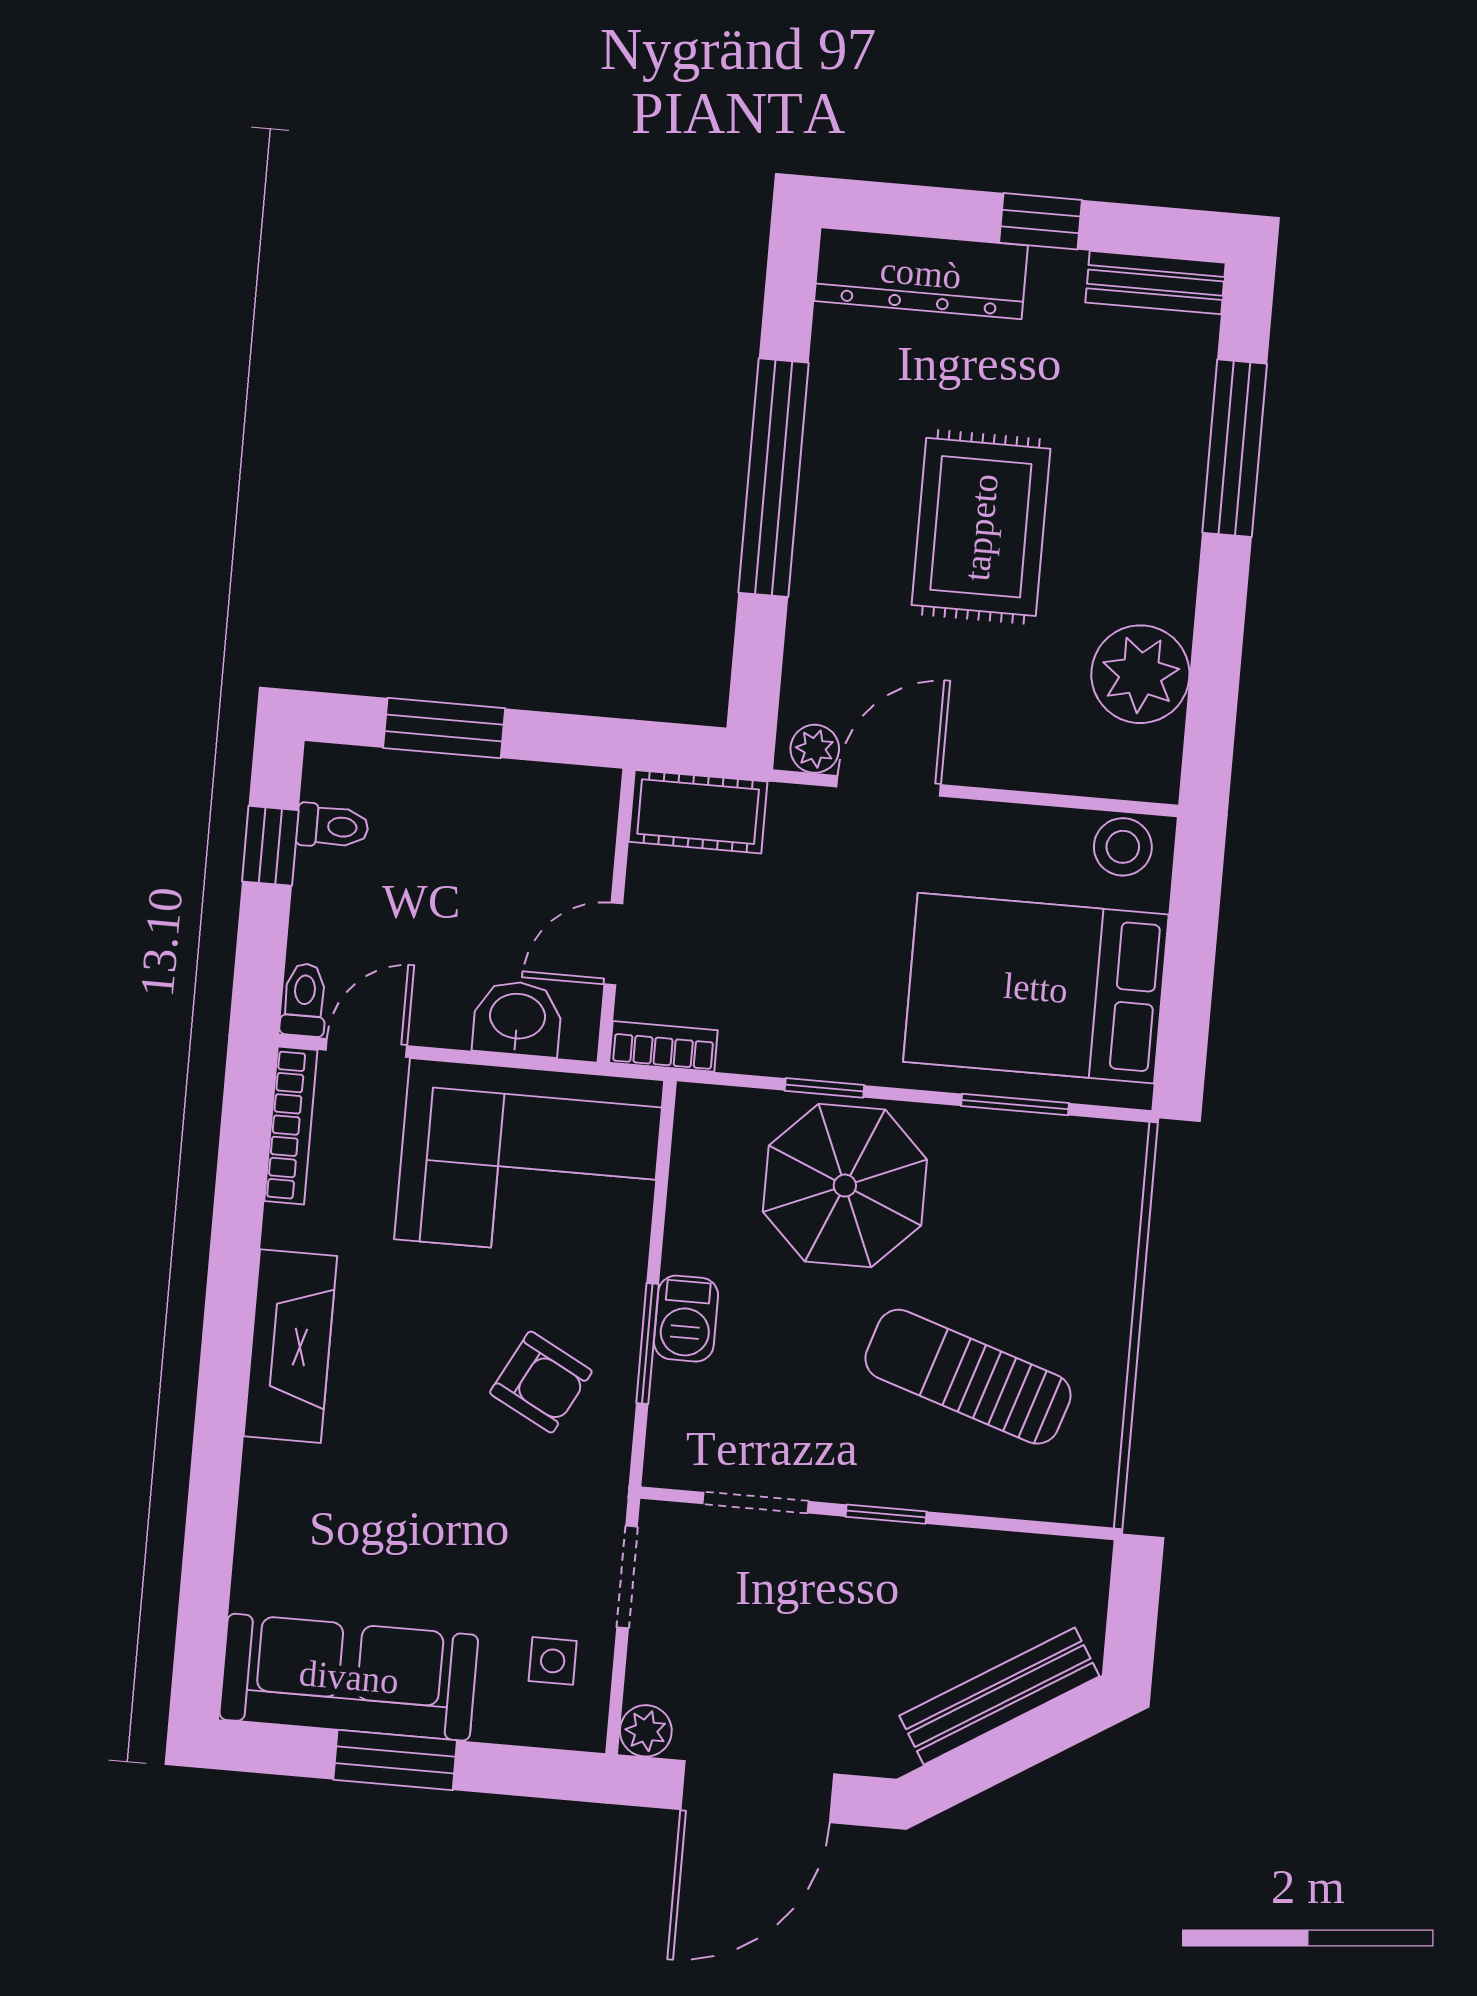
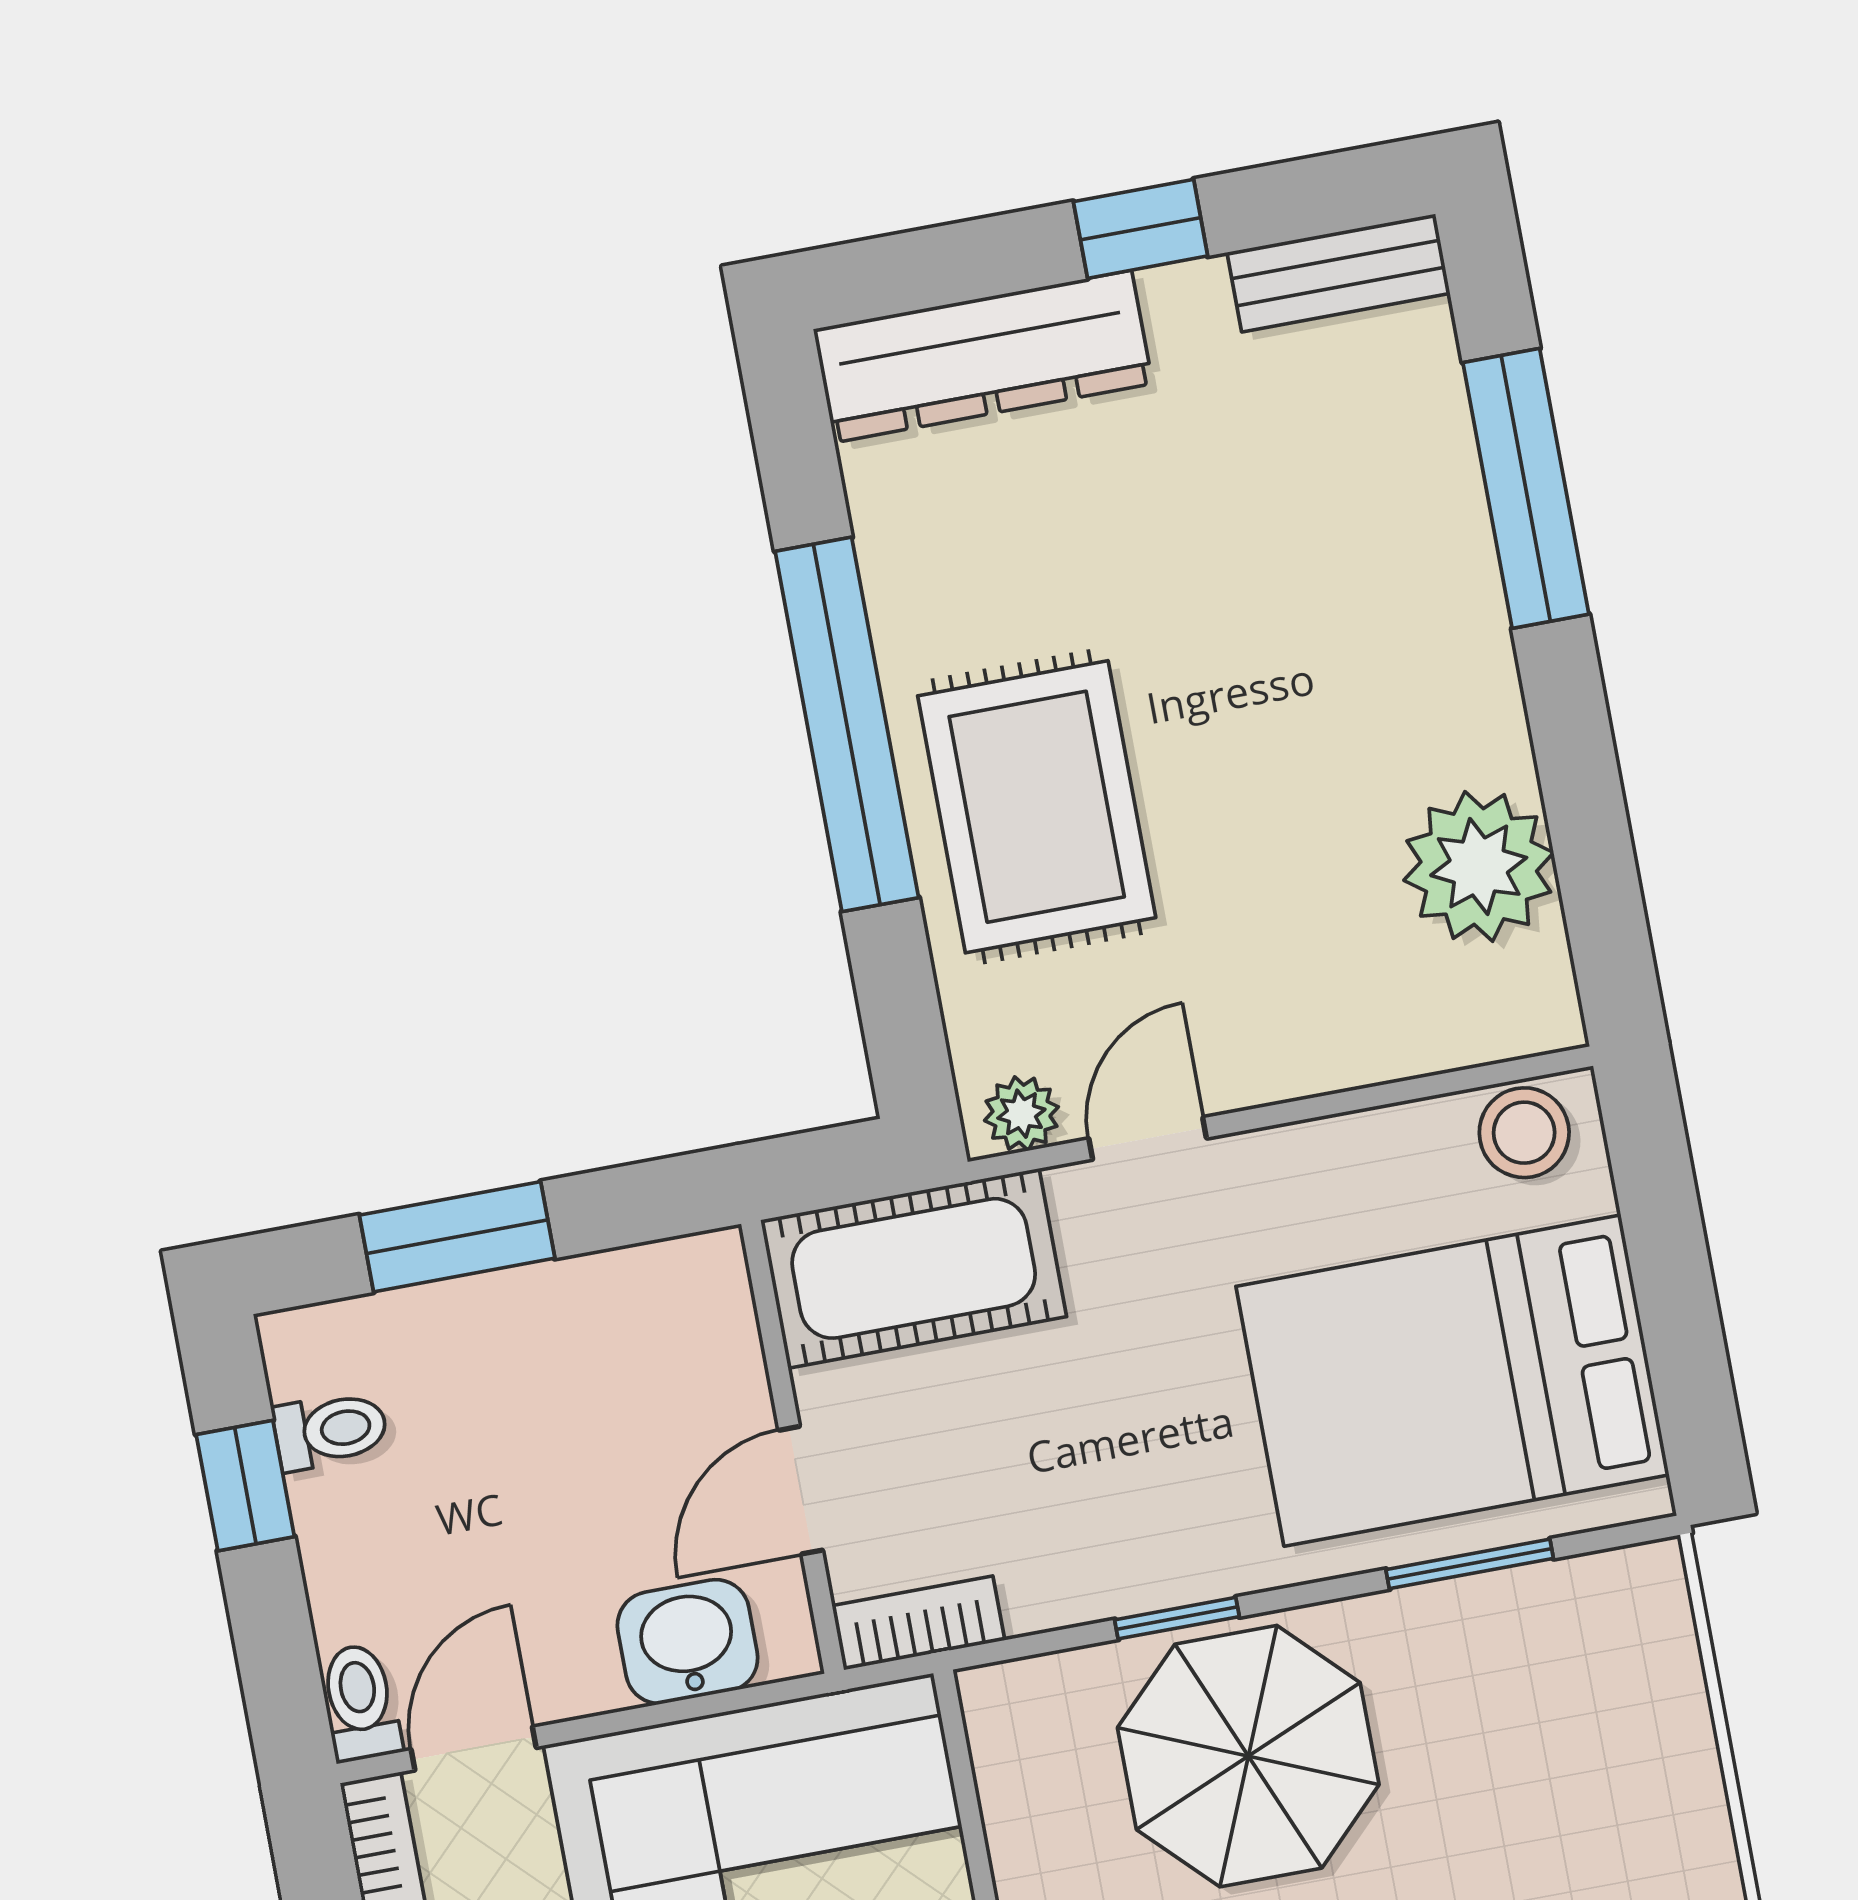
rug: (981, 527) -> (1037, 807), moved
door: (889, 786) -> (1148, 1138), width x0.73
cot: (698, 812) -> (914, 1268), width x1.37, depth x1.34

